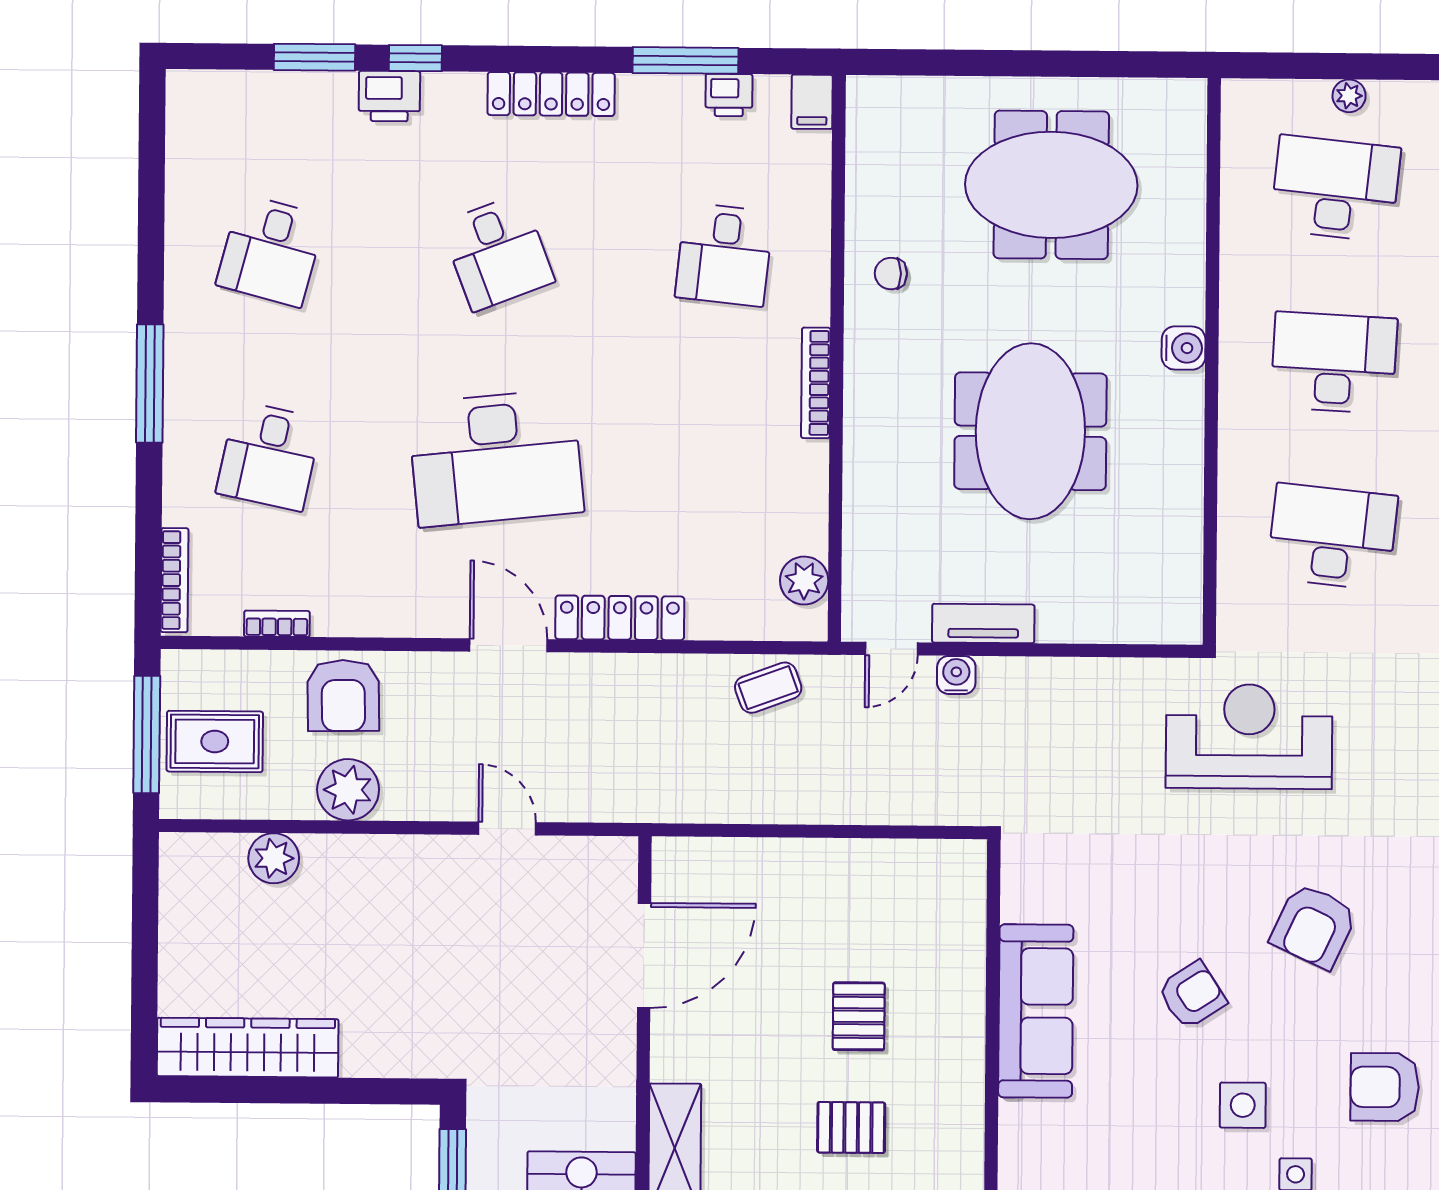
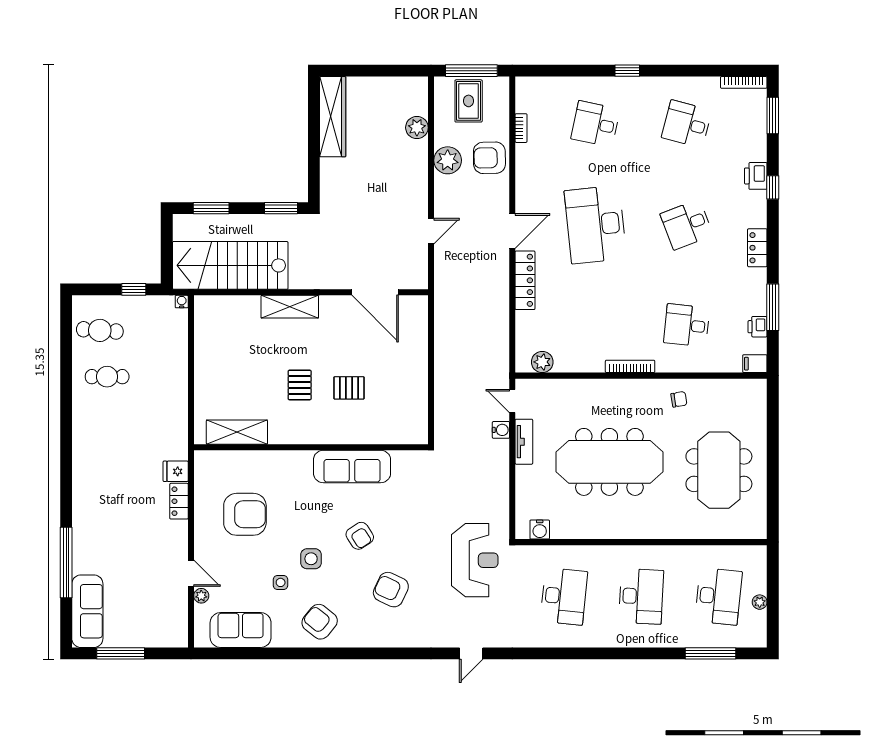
window: (314, 57) -> (773, 116), moved
locker: (551, 94) -> (757, 248), width x0.66
chair: (891, 274) -> (679, 399), turned 81
water cooler: (1184, 348) -> (540, 530), moved
window: (150, 384) -> (627, 71), width x0.46
meeting table: (1030, 431) -> (609, 462), width x1.36
bookcase: (174, 580) -> (744, 82), moved
coffee table: (768, 688) -> (495, 346), removed
armchair: (1385, 1087) -> (320, 622), turned -51

